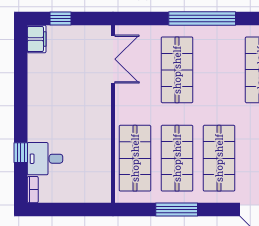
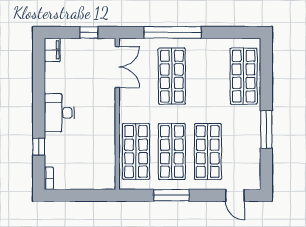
window: (60, 19) -> (89, 32), moved
window: (202, 19) -> (173, 32), moved
desk: (45, 159) -> (59, 113), moved, width x1.37

